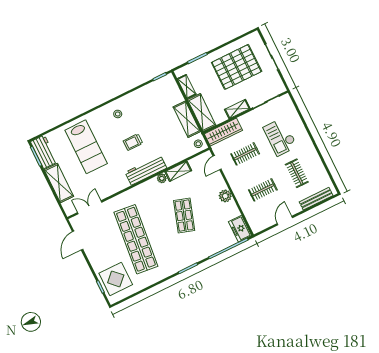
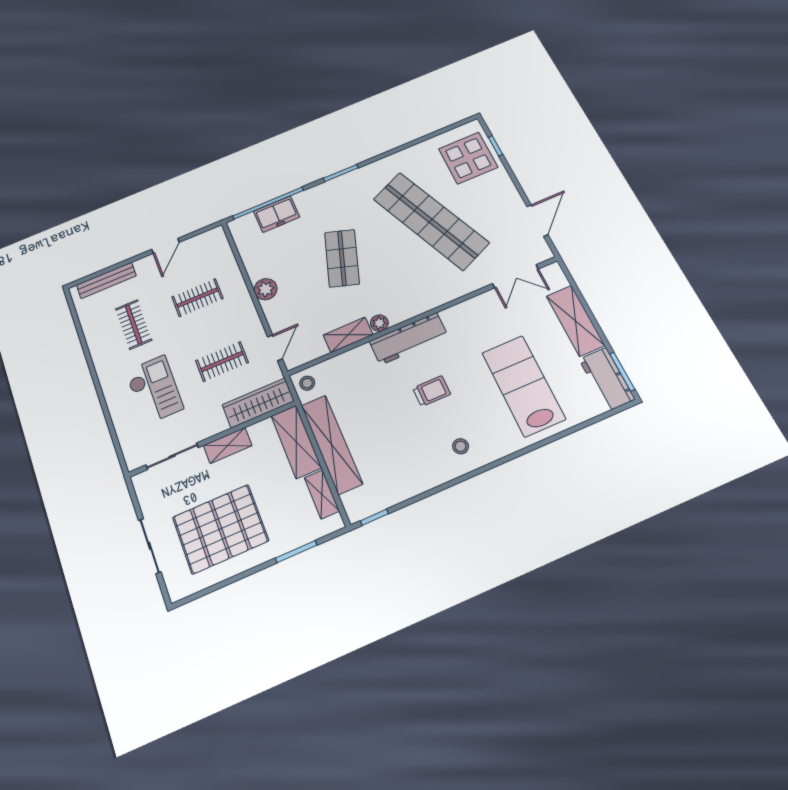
shelving: (187, 119) -> (332, 444), width x1.47
freezer: (240, 229) -> (277, 214), moved, turned 90
shop shelf: (136, 239) -> (431, 221), turned -30

